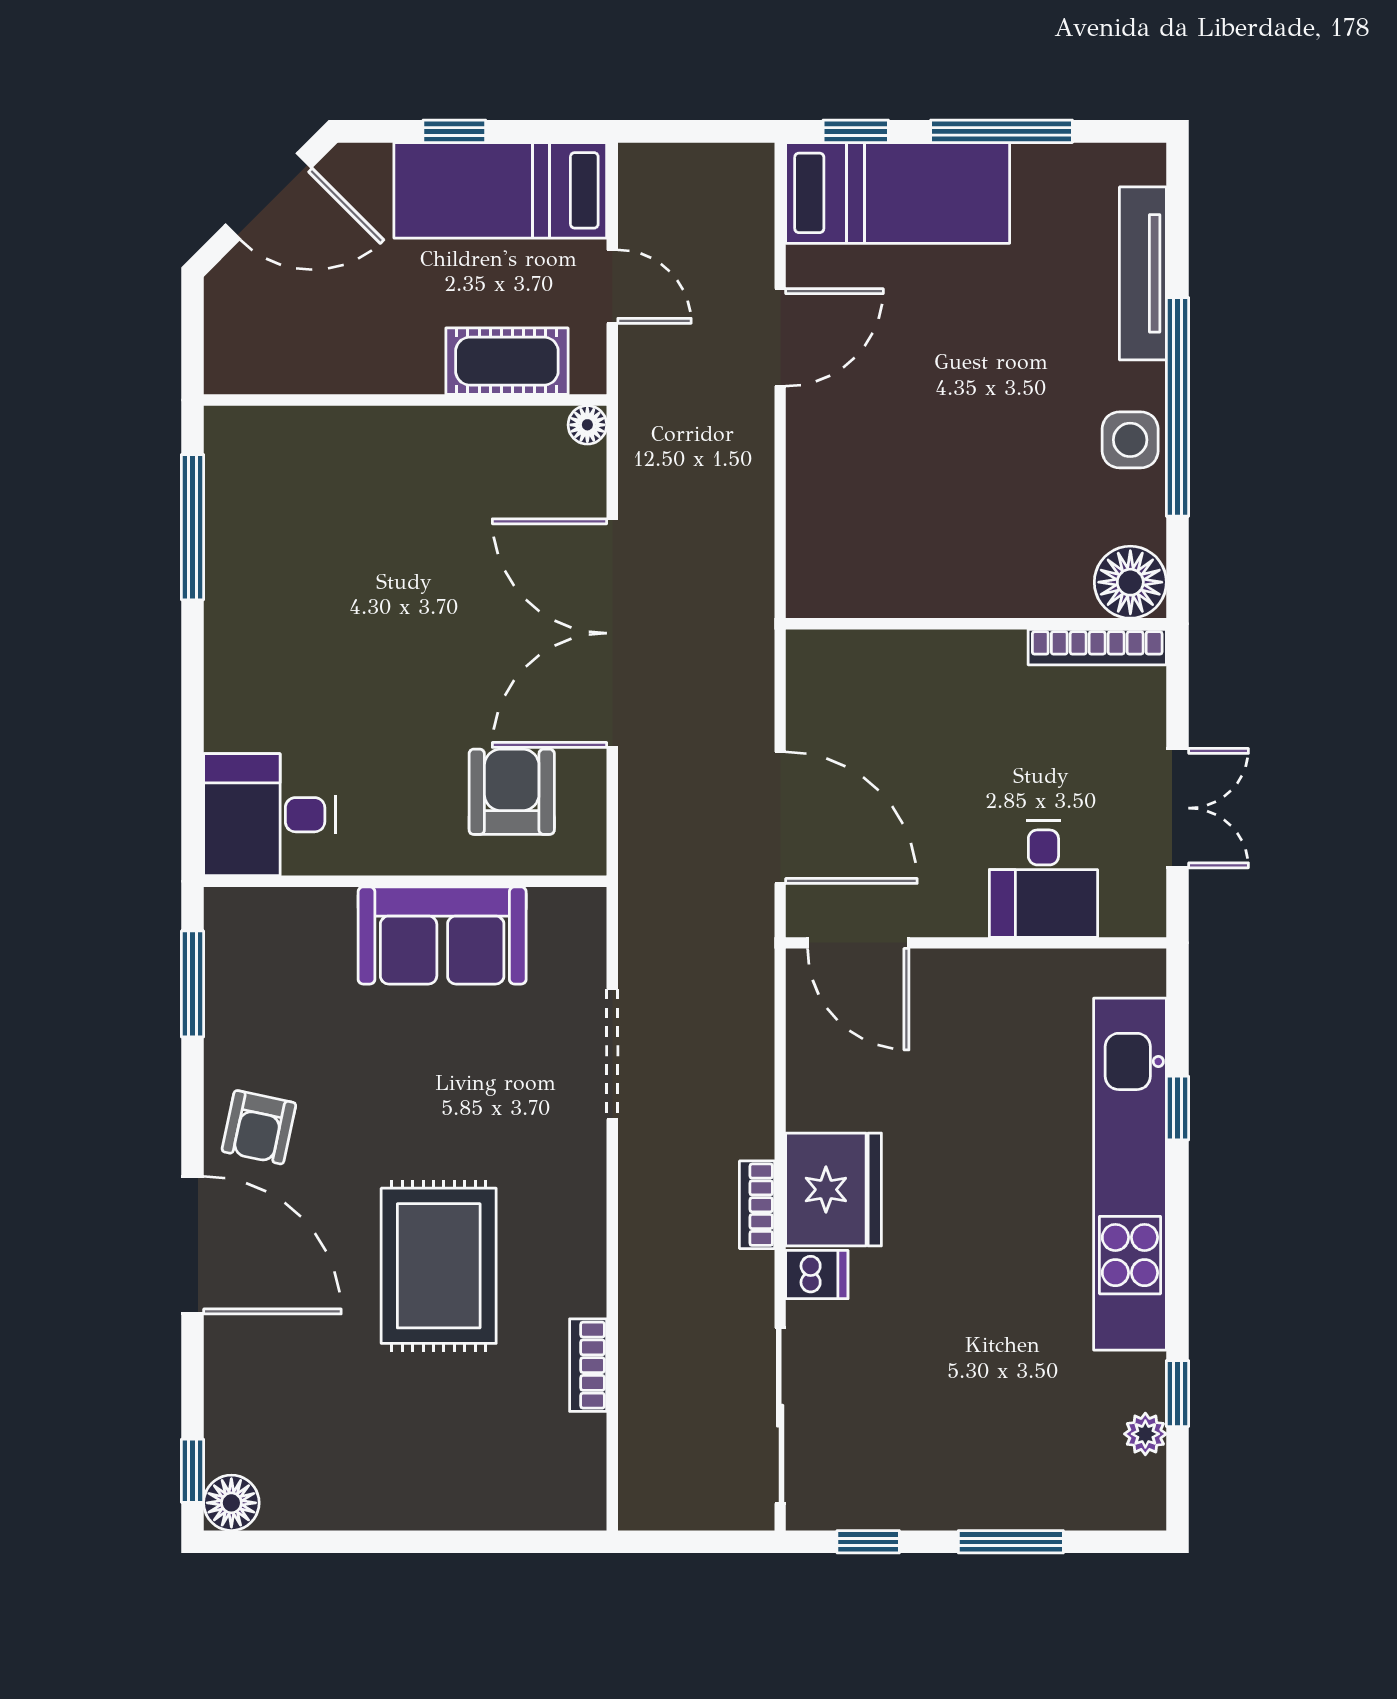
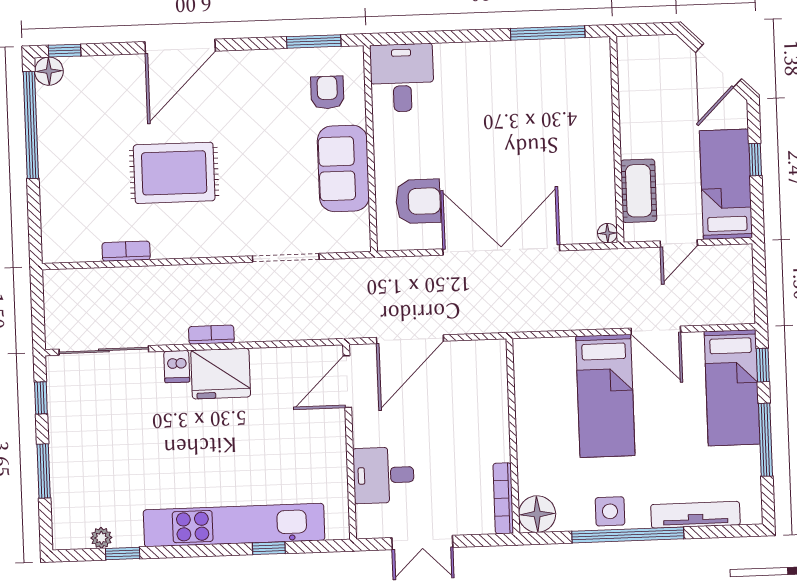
bed: (905, 441) -> (605, 396), added
armchair: (259, 1127) -> (327, 92), moved, turned 78
window: (335, 1542) -> (31, 125), added

